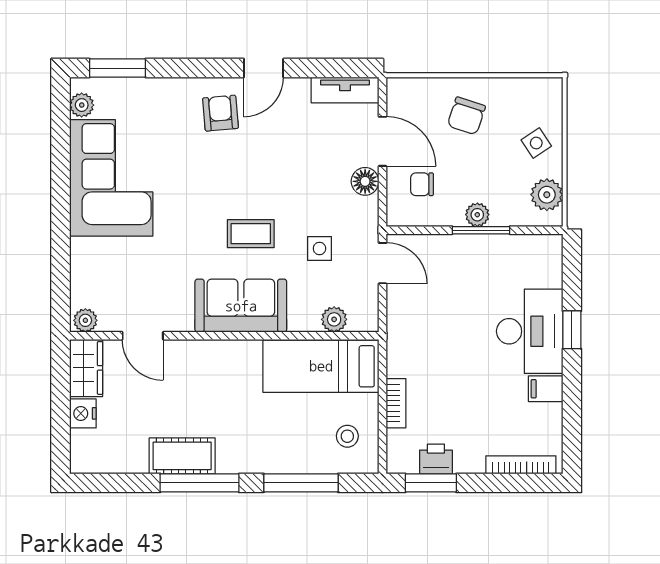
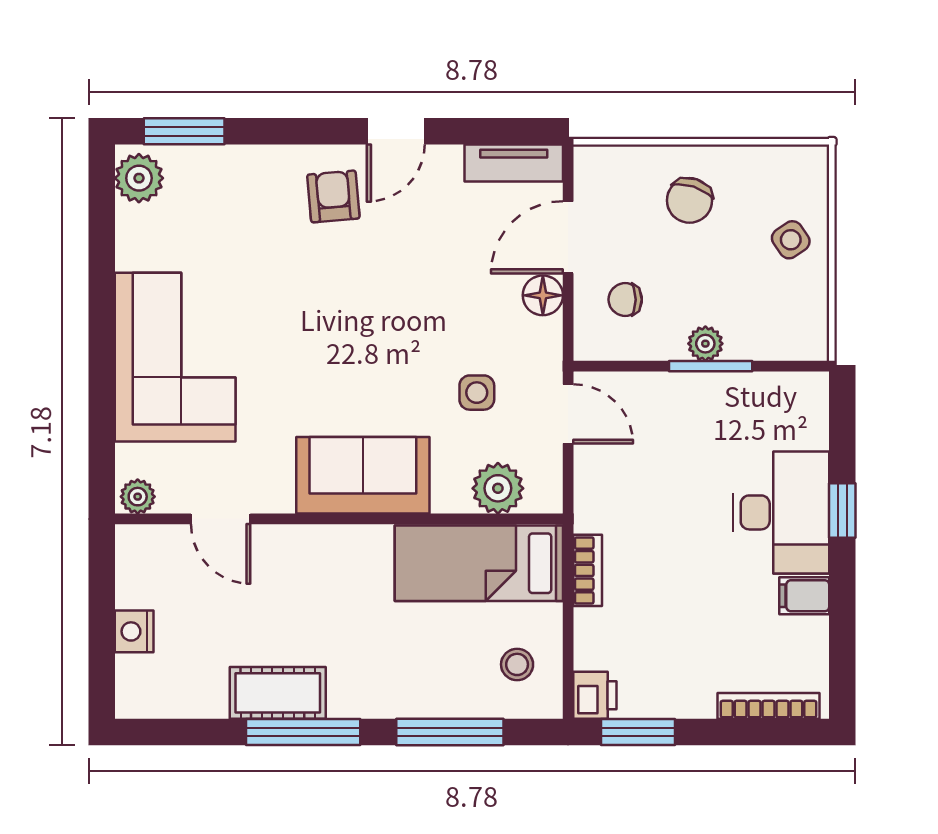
plant: (82, 105) -> (139, 178), width x1.38, depth x1.38
door: (383, 141) -> (568, 237), swing flipped
corner sofa: (111, 178) -> (175, 357), moved
plant: (547, 195) -> (806, 315), removed
coffee table: (251, 234) -> (377, 371), removed
plant: (334, 319) -> (498, 488), width x1.38, depth x1.38
wardrobe: (86, 368) -> (139, 566), removed
bookcase: (396, 403) -> (588, 570), moved
printer: (436, 459) -> (595, 695), moved, turned 90

